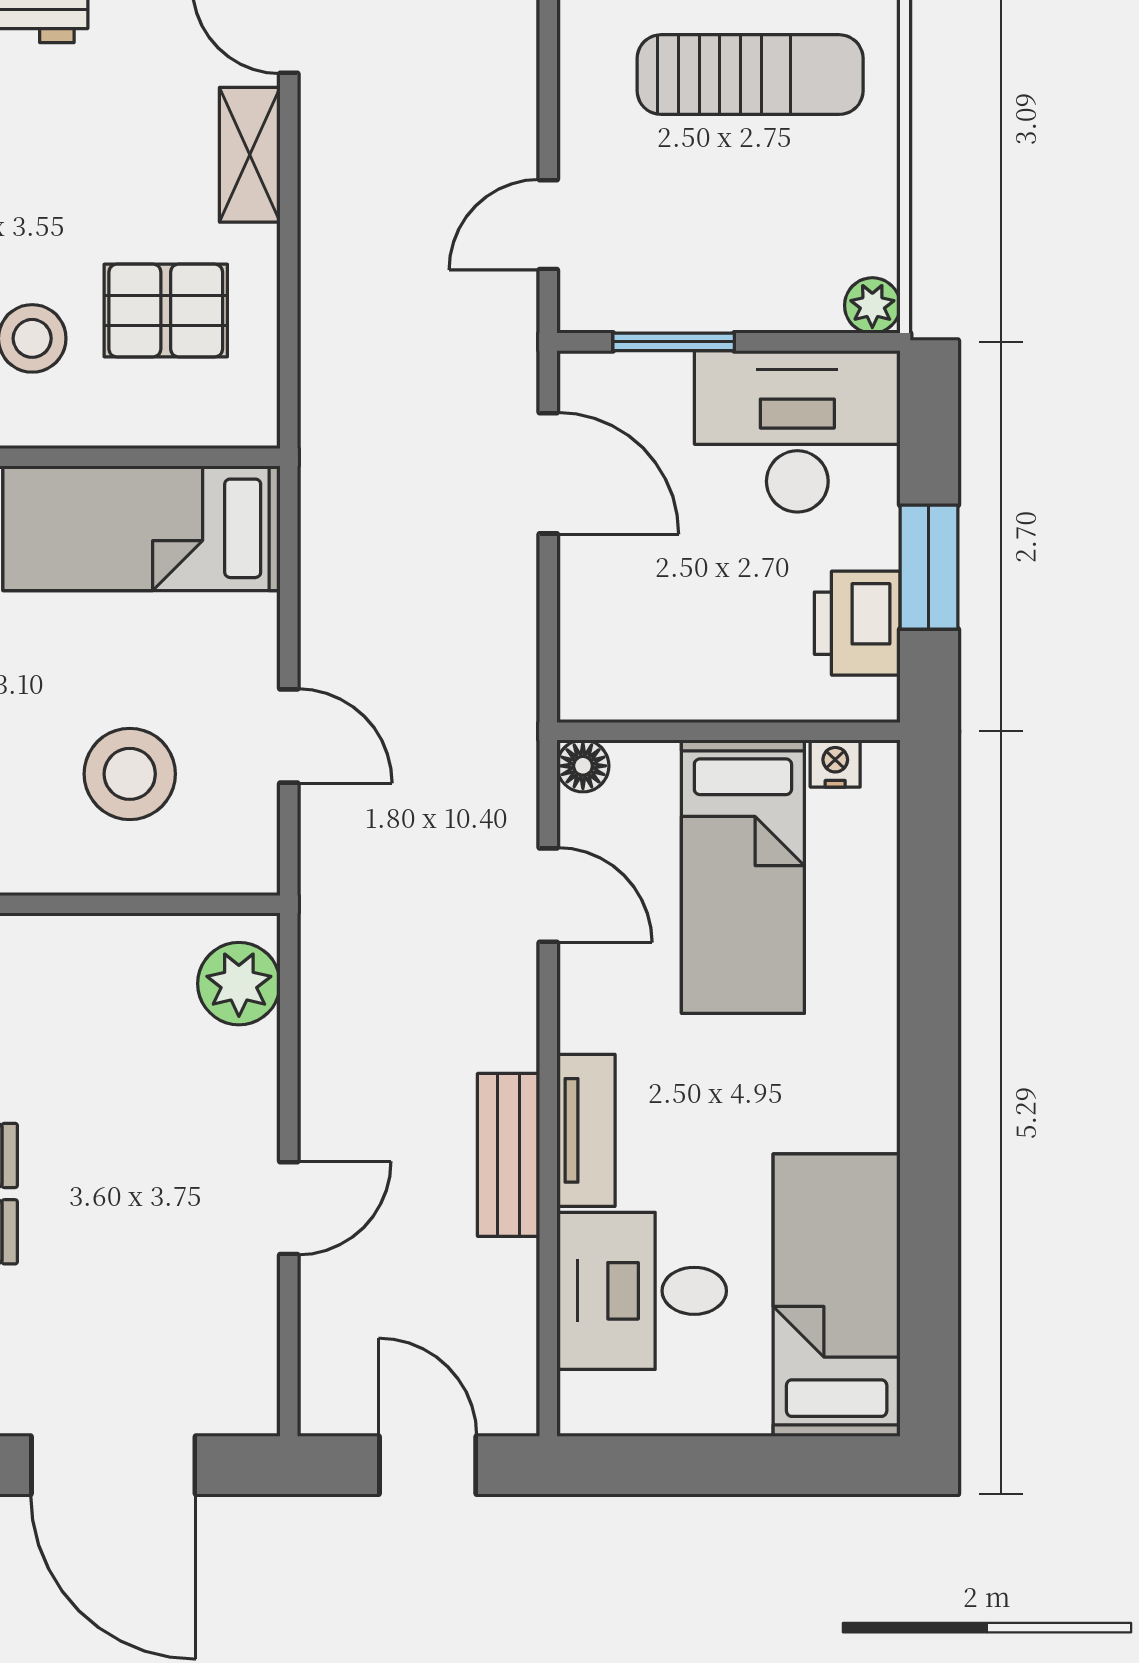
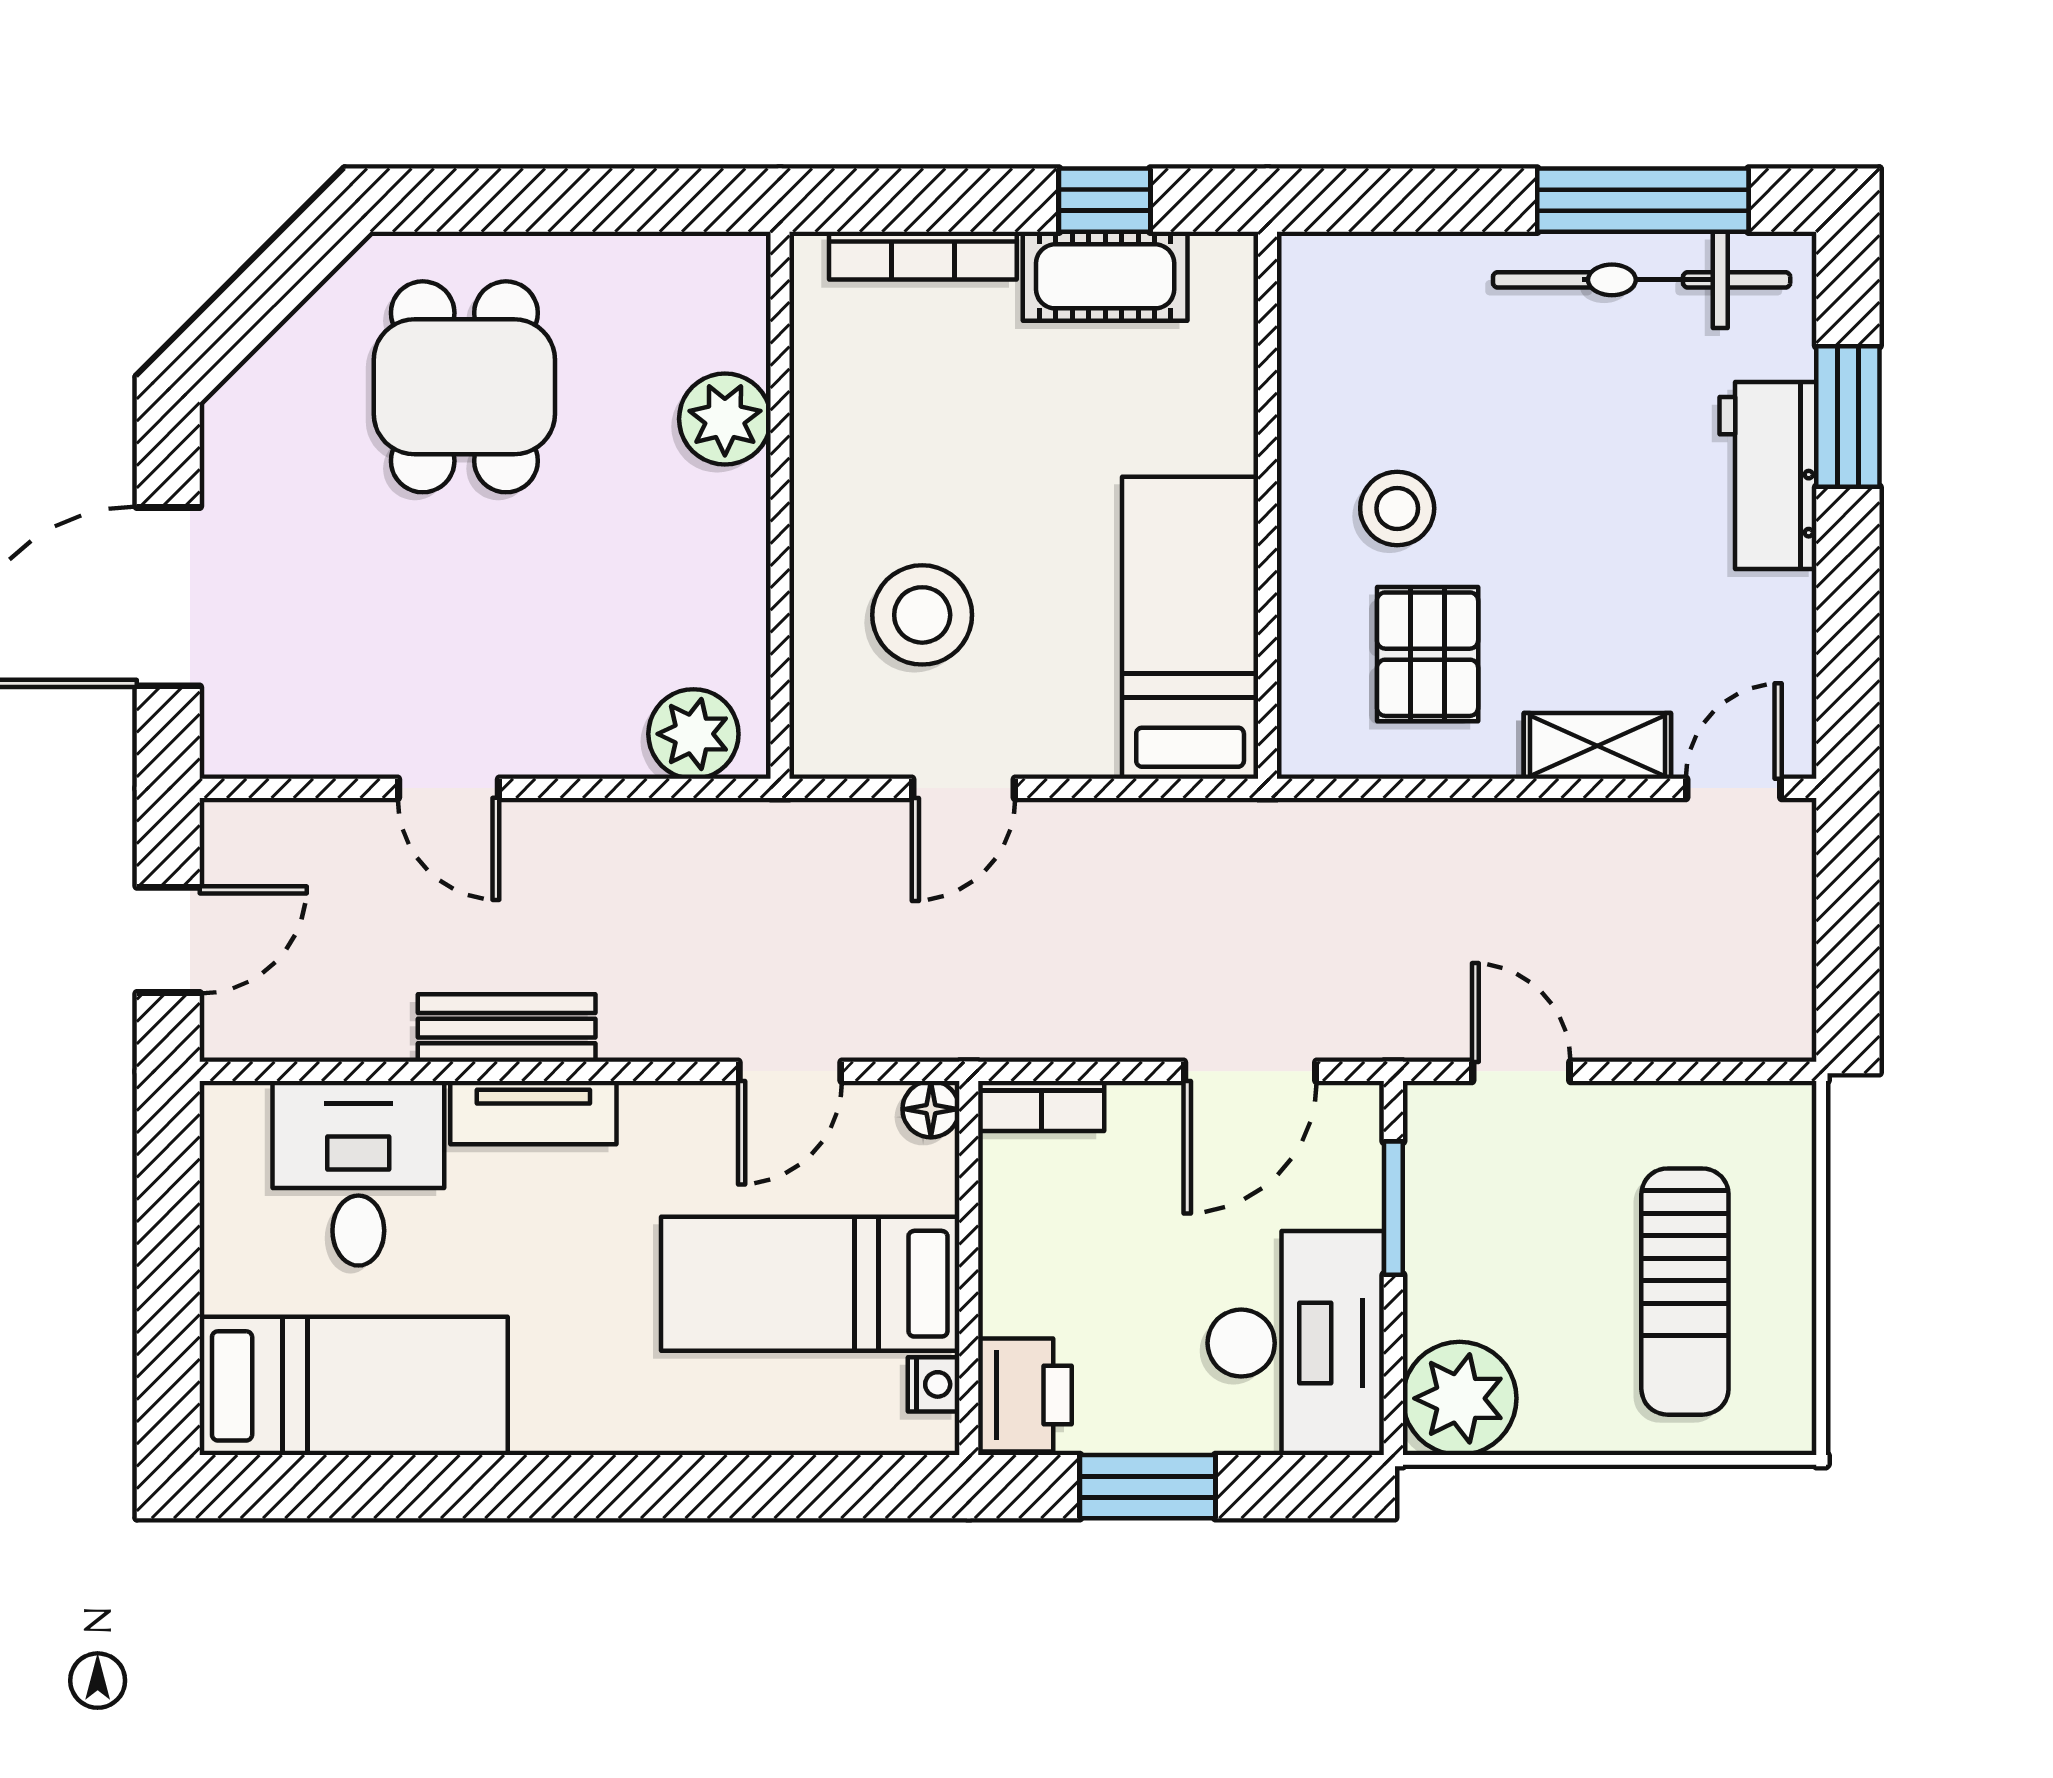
plant: (872, 305) -> (1460, 1398), width x1.88, depth x1.88
printer: (857, 623) -> (1025, 1395), moved, turned 90
bookcase: (580, 665) -> (1041, 1106), added

